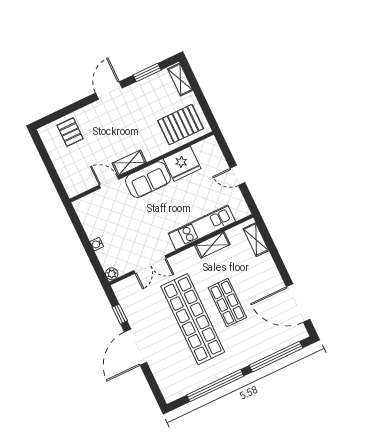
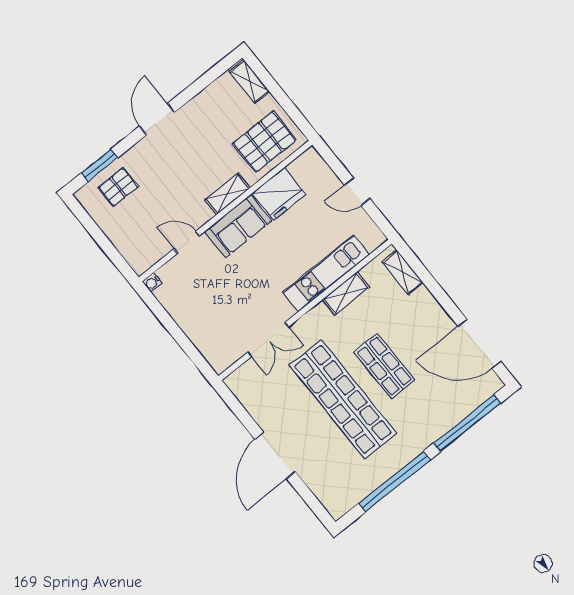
window: (147, 72) -> (100, 165), moved
pallet: (70, 132) -> (118, 187), turned 90
shelving: (129, 163) -> (227, 194), moved
water cooler: (97, 244) -> (152, 283), moved
plant: (112, 274) -> (220, 365), removed
window: (120, 314) -> (243, 416), removed

